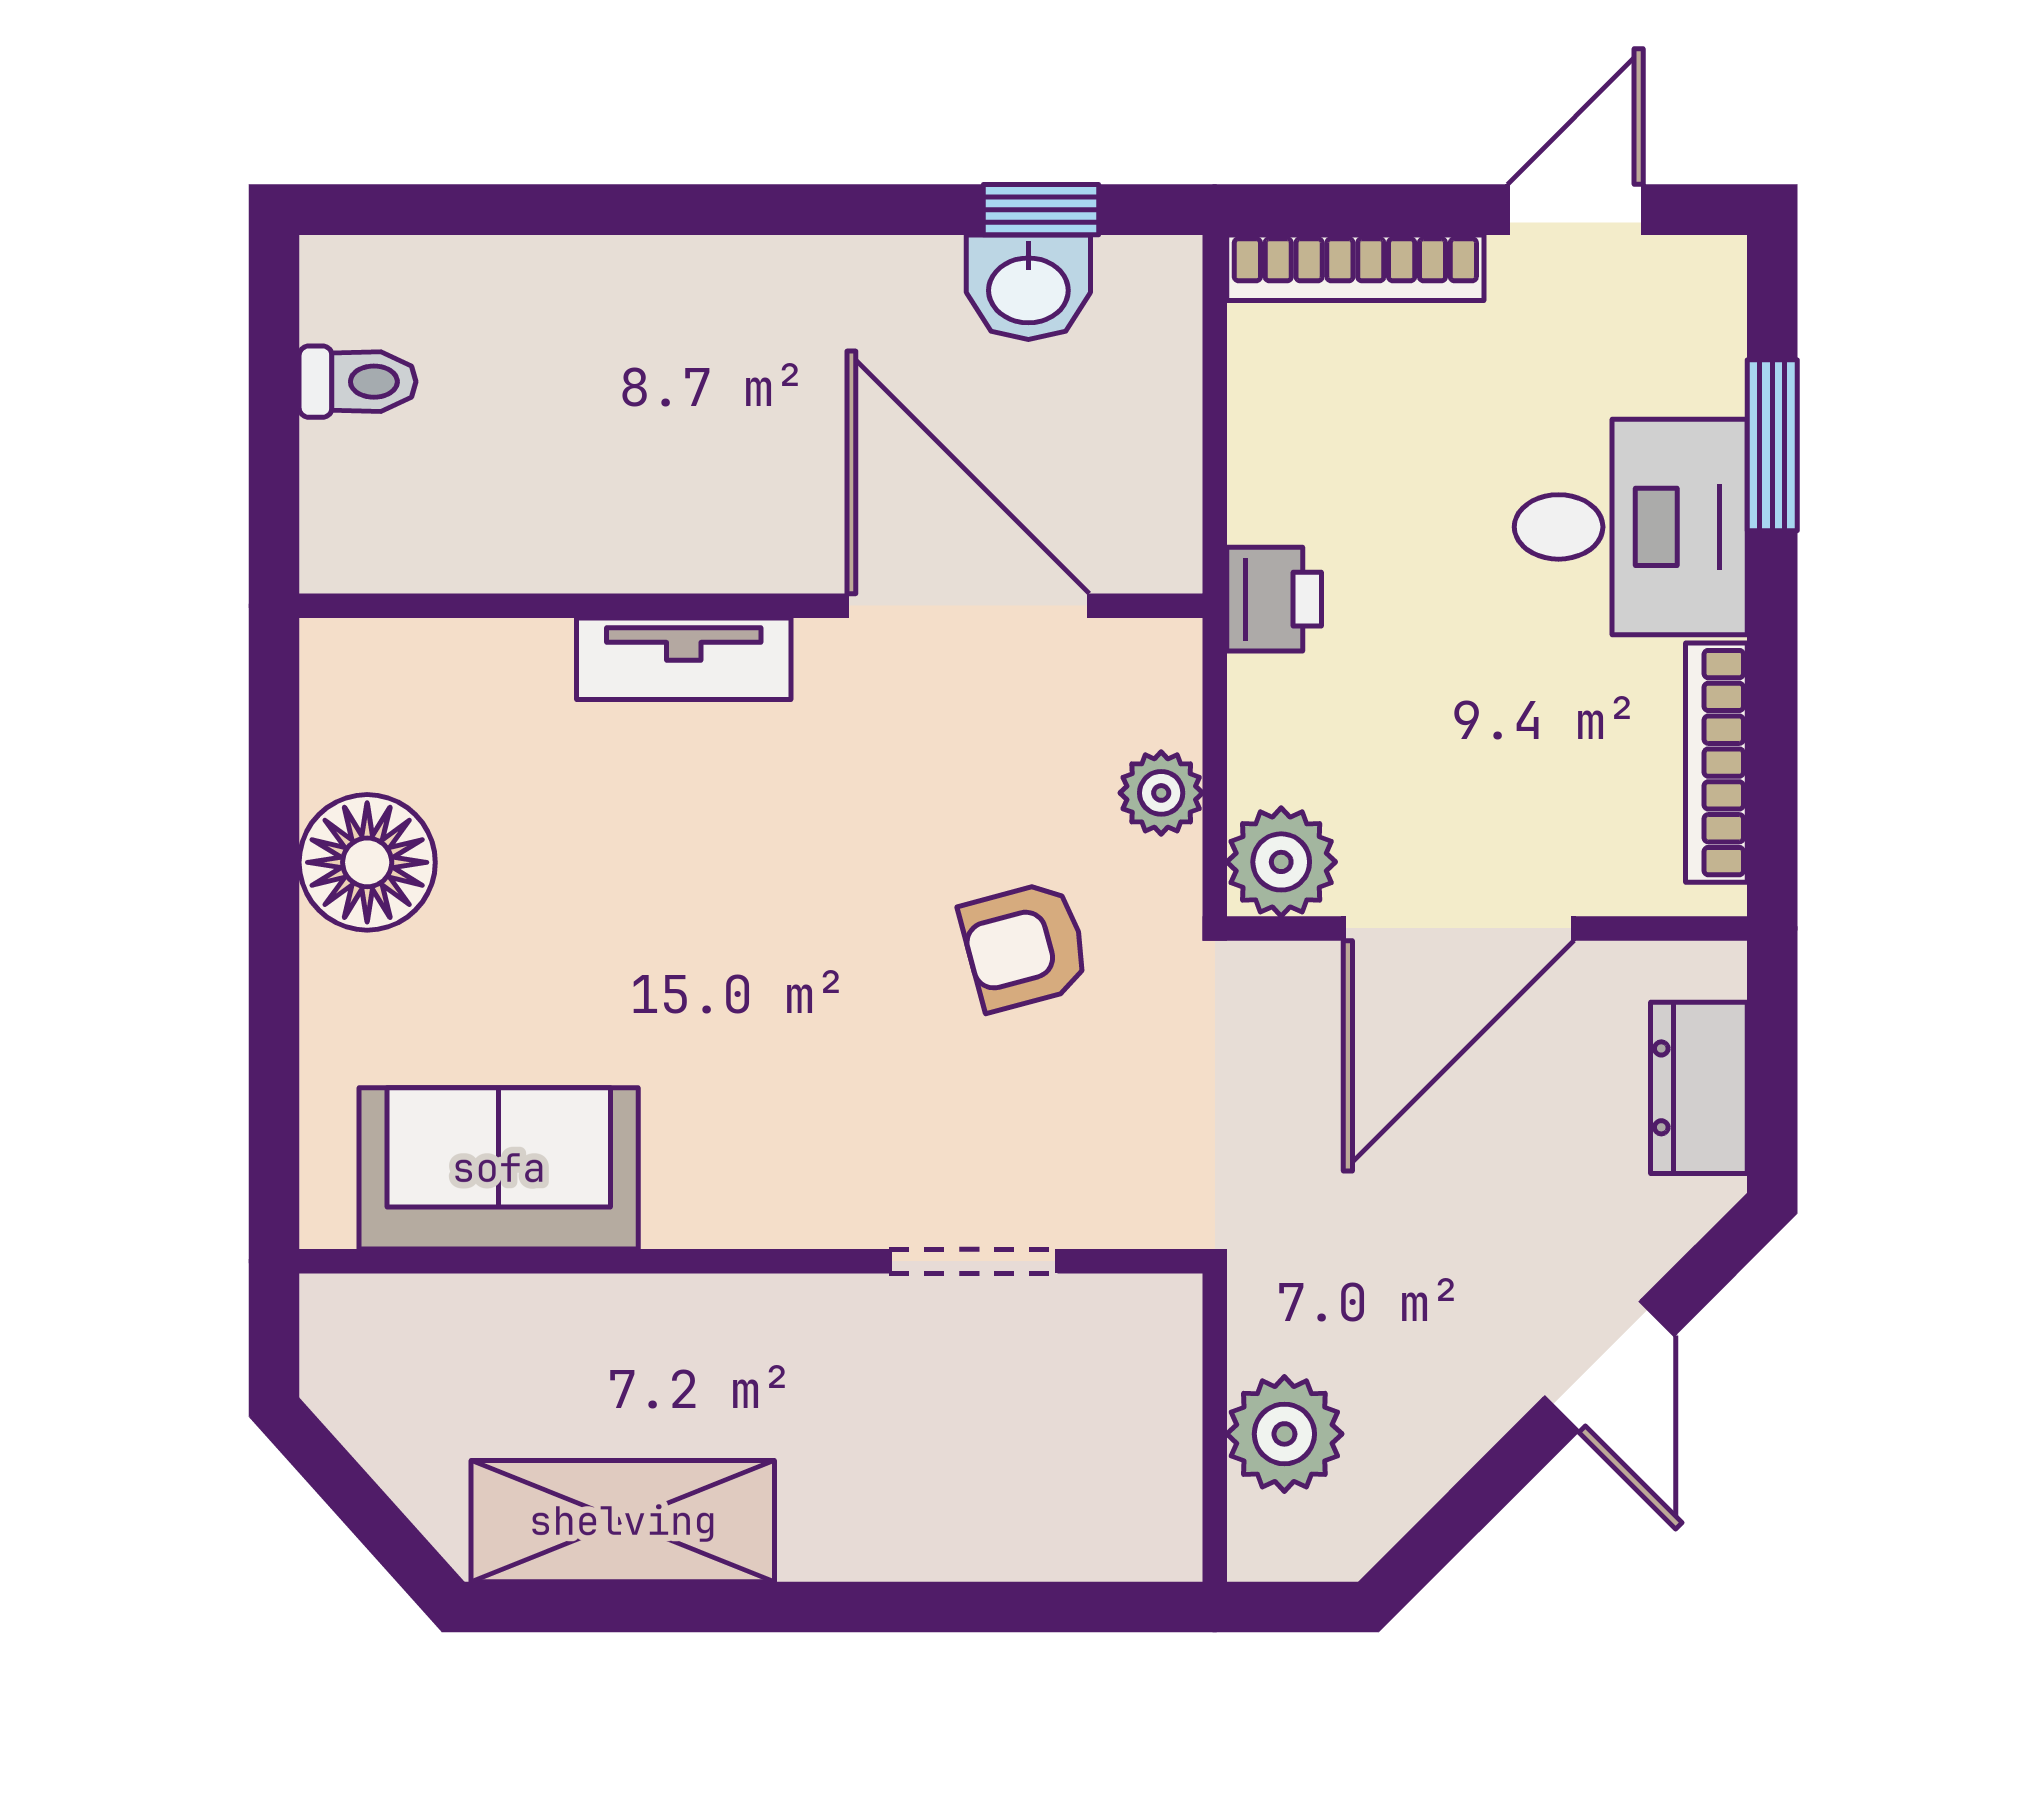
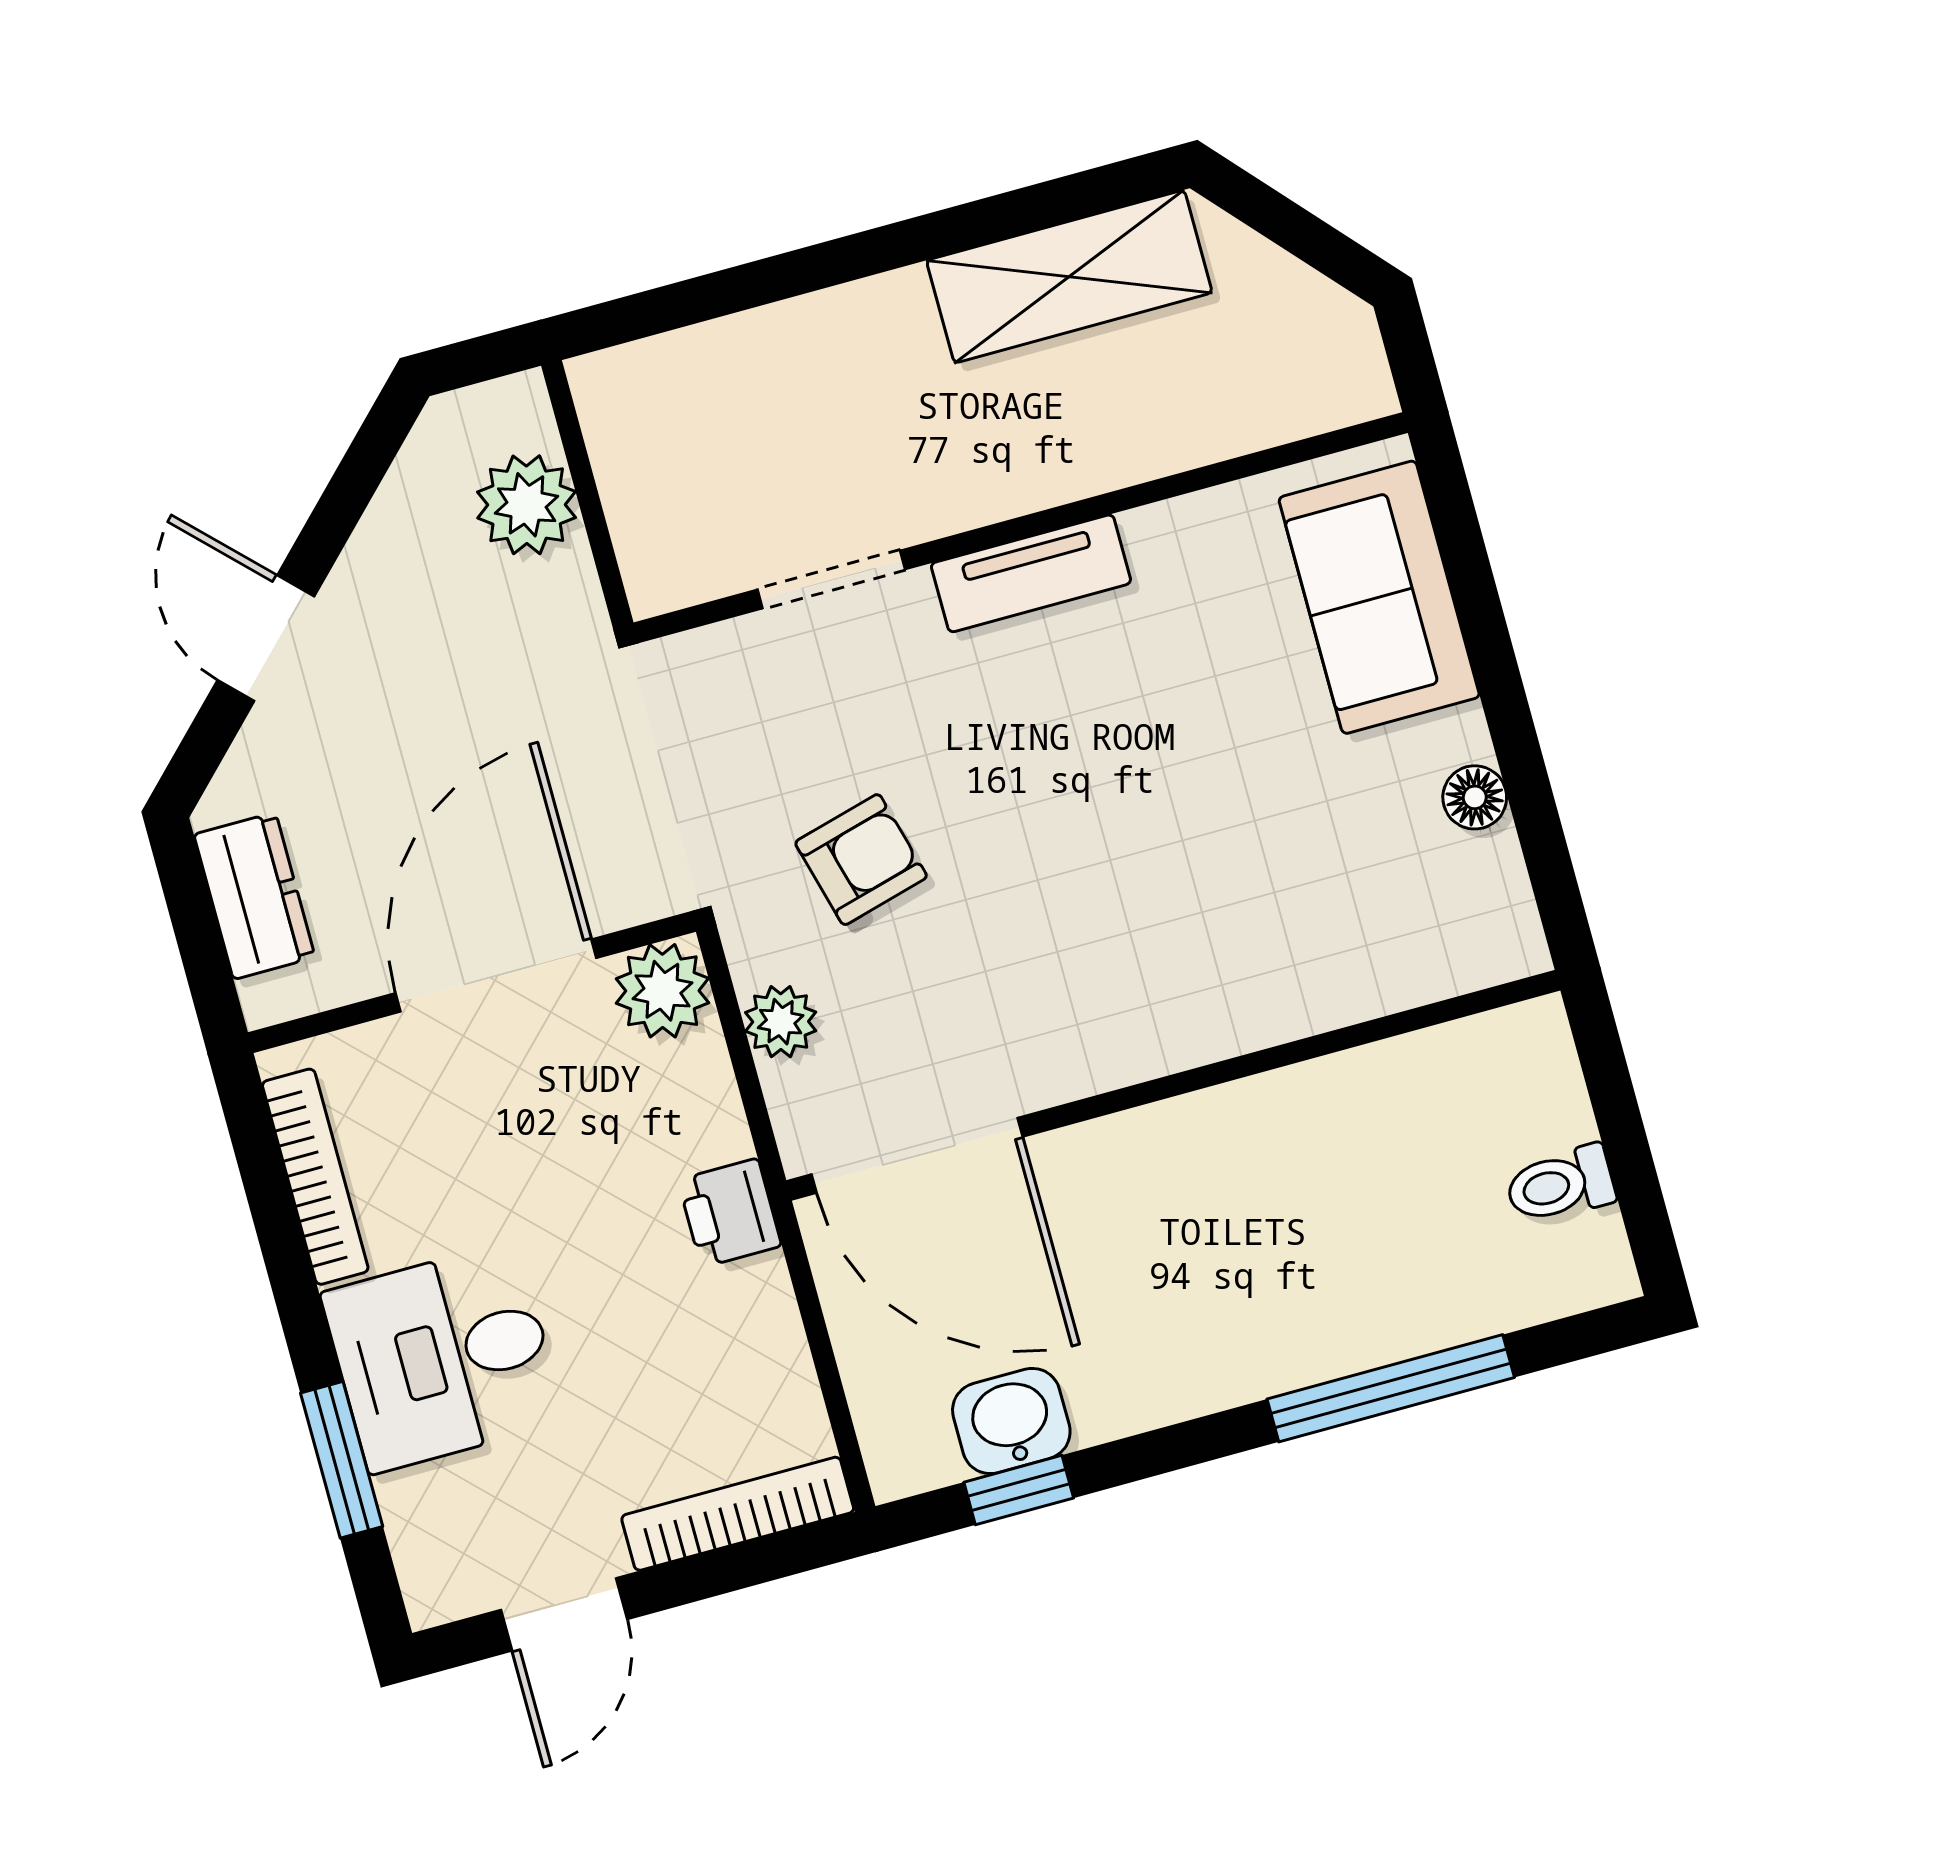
window: (604, 210) -> (1391, 1388), added
door: (968, 606) -> (917, 1155), moved
tv unit: (684, 659) -> (1031, 573), moved, turned 180
floor lamp: (367, 862) -> (1475, 797), width x0.53, depth x0.53
sofa: (499, 1168) -> (1379, 597), moved, turned 90

